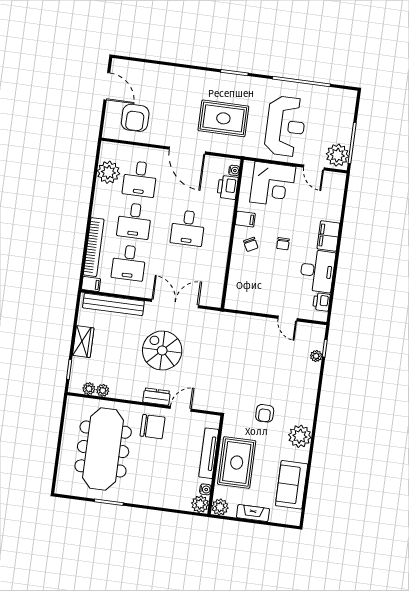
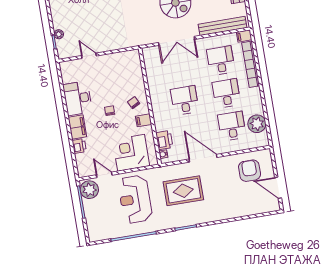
printer: (321, 302) -> (79, 146), moved

